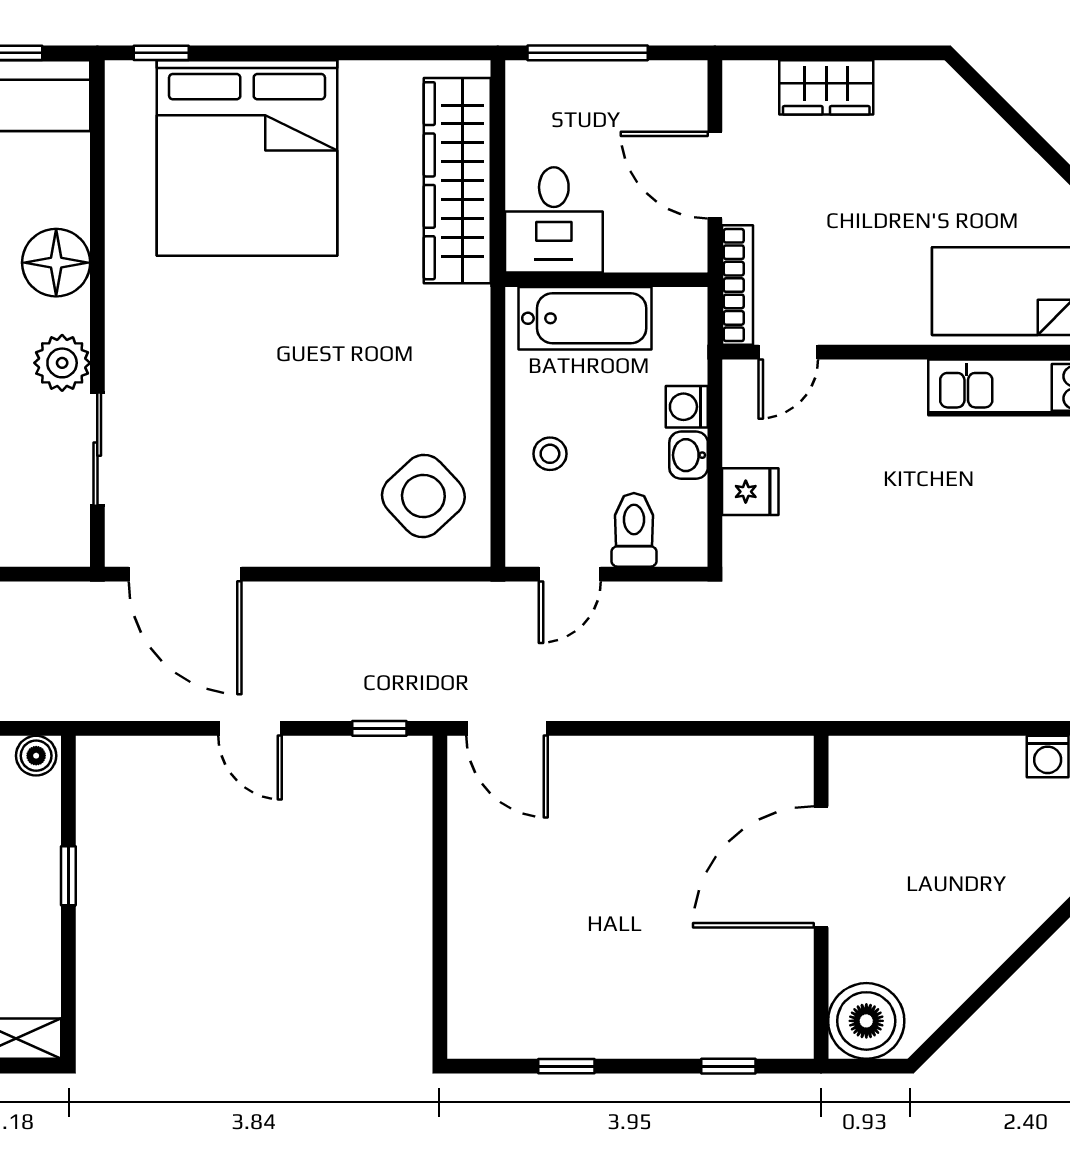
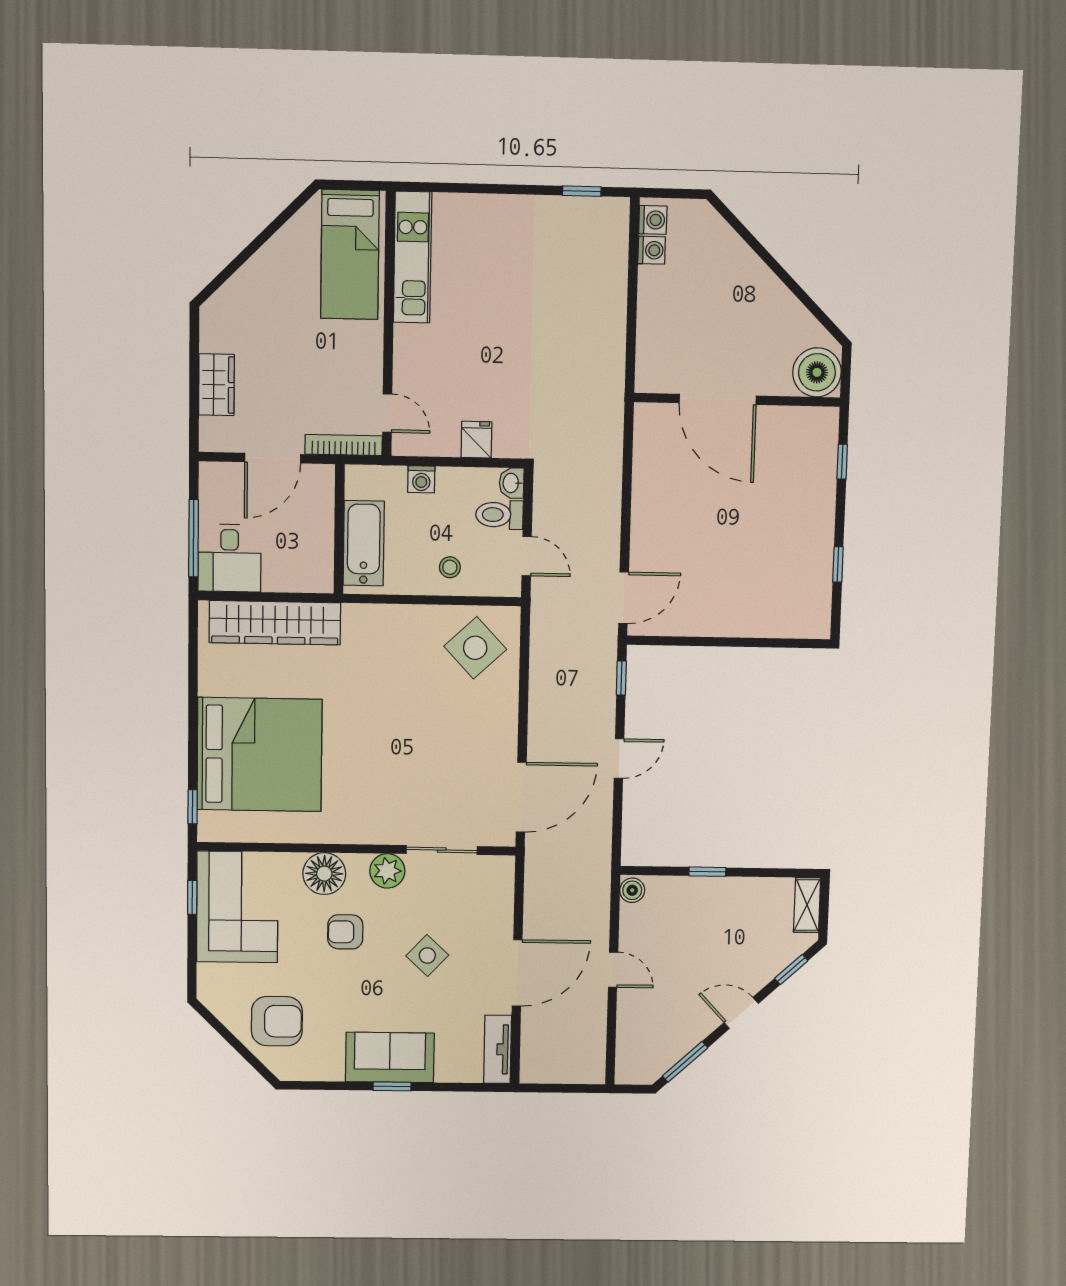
desk: (554, 220) -> (229, 558), moved, turned 90
washbasin: (689, 455) -> (512, 483), moved, turned 90

